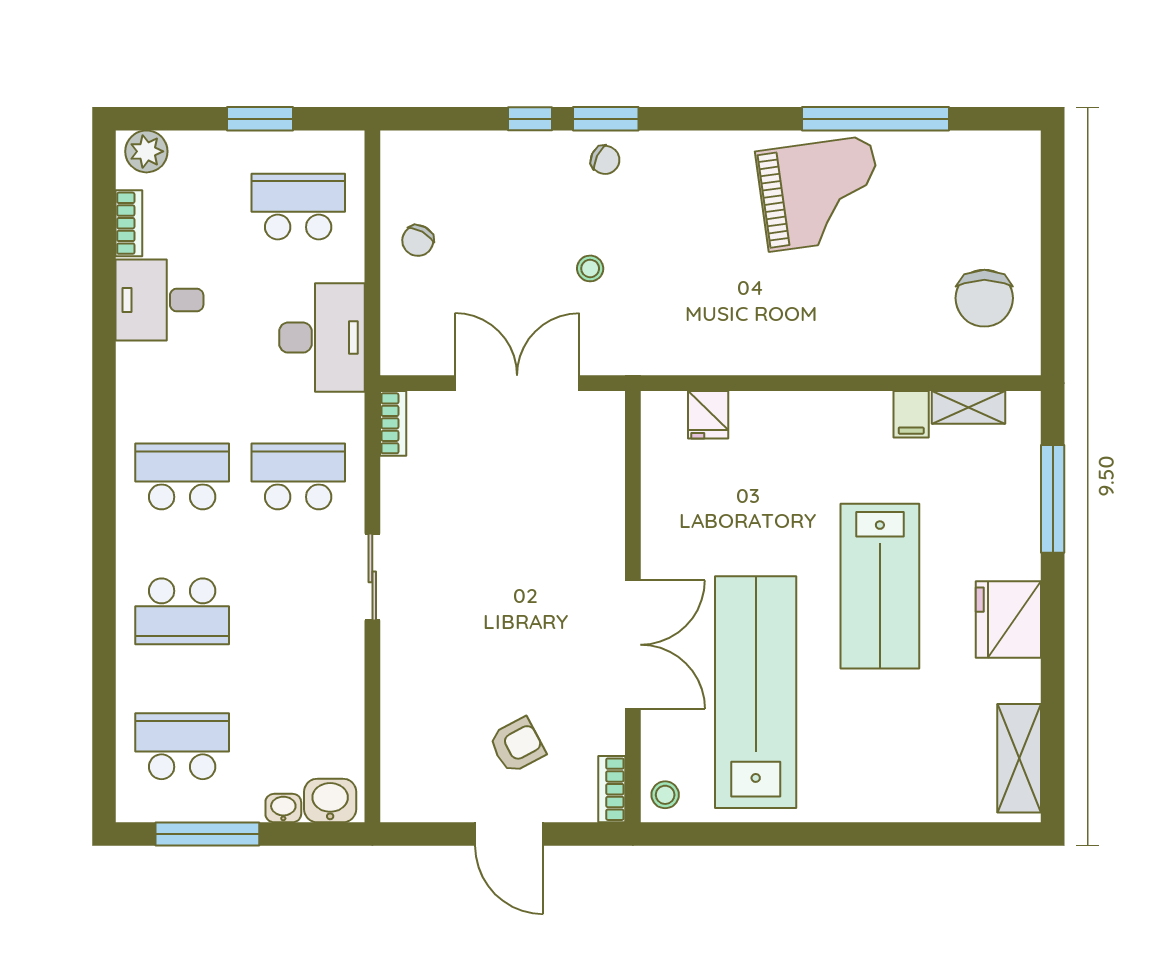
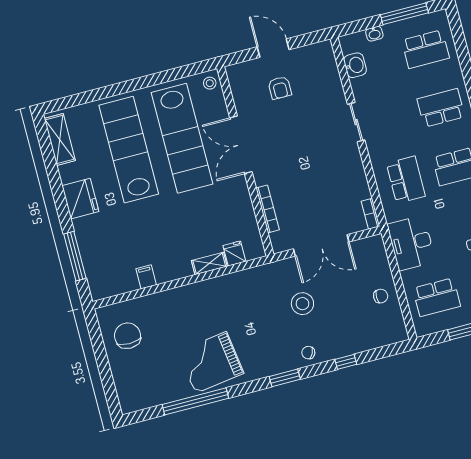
window: (606, 119) -> (285, 378), moved
chair: (418, 241) -> (381, 296), turned 61
stool: (590, 268) -> (302, 304), width x1.89, depth x1.89
shelving: (968, 407) -> (209, 263), moved
school desk: (298, 476) -> (406, 180), turned -90
sliding door: (372, 577) -> (356, 122), moved
lab bench: (880, 586) -> (129, 150), moved, width x1.36
armchair: (517, 745) -> (280, 88), turned -62
bookcase: (612, 789) -> (268, 209), moved, width x1.56
washbasin: (330, 801) -> (355, 65), moved, turned -90

